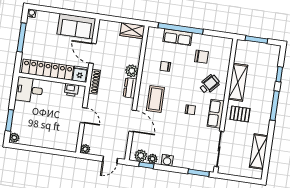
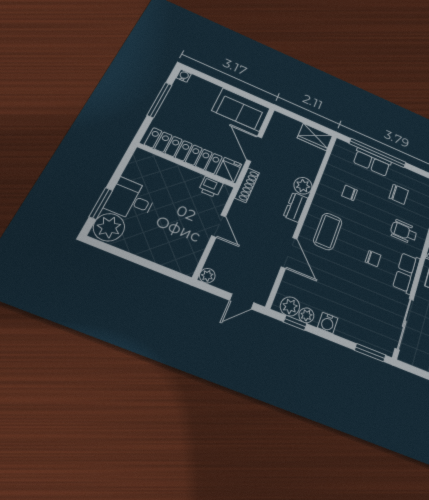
wheelchair: (209, 84) -> (404, 232), turned -132
desk: (29, 90) -> (131, 200), moved
plant: (14, 138) -> (109, 227), width x1.88, depth x1.88

